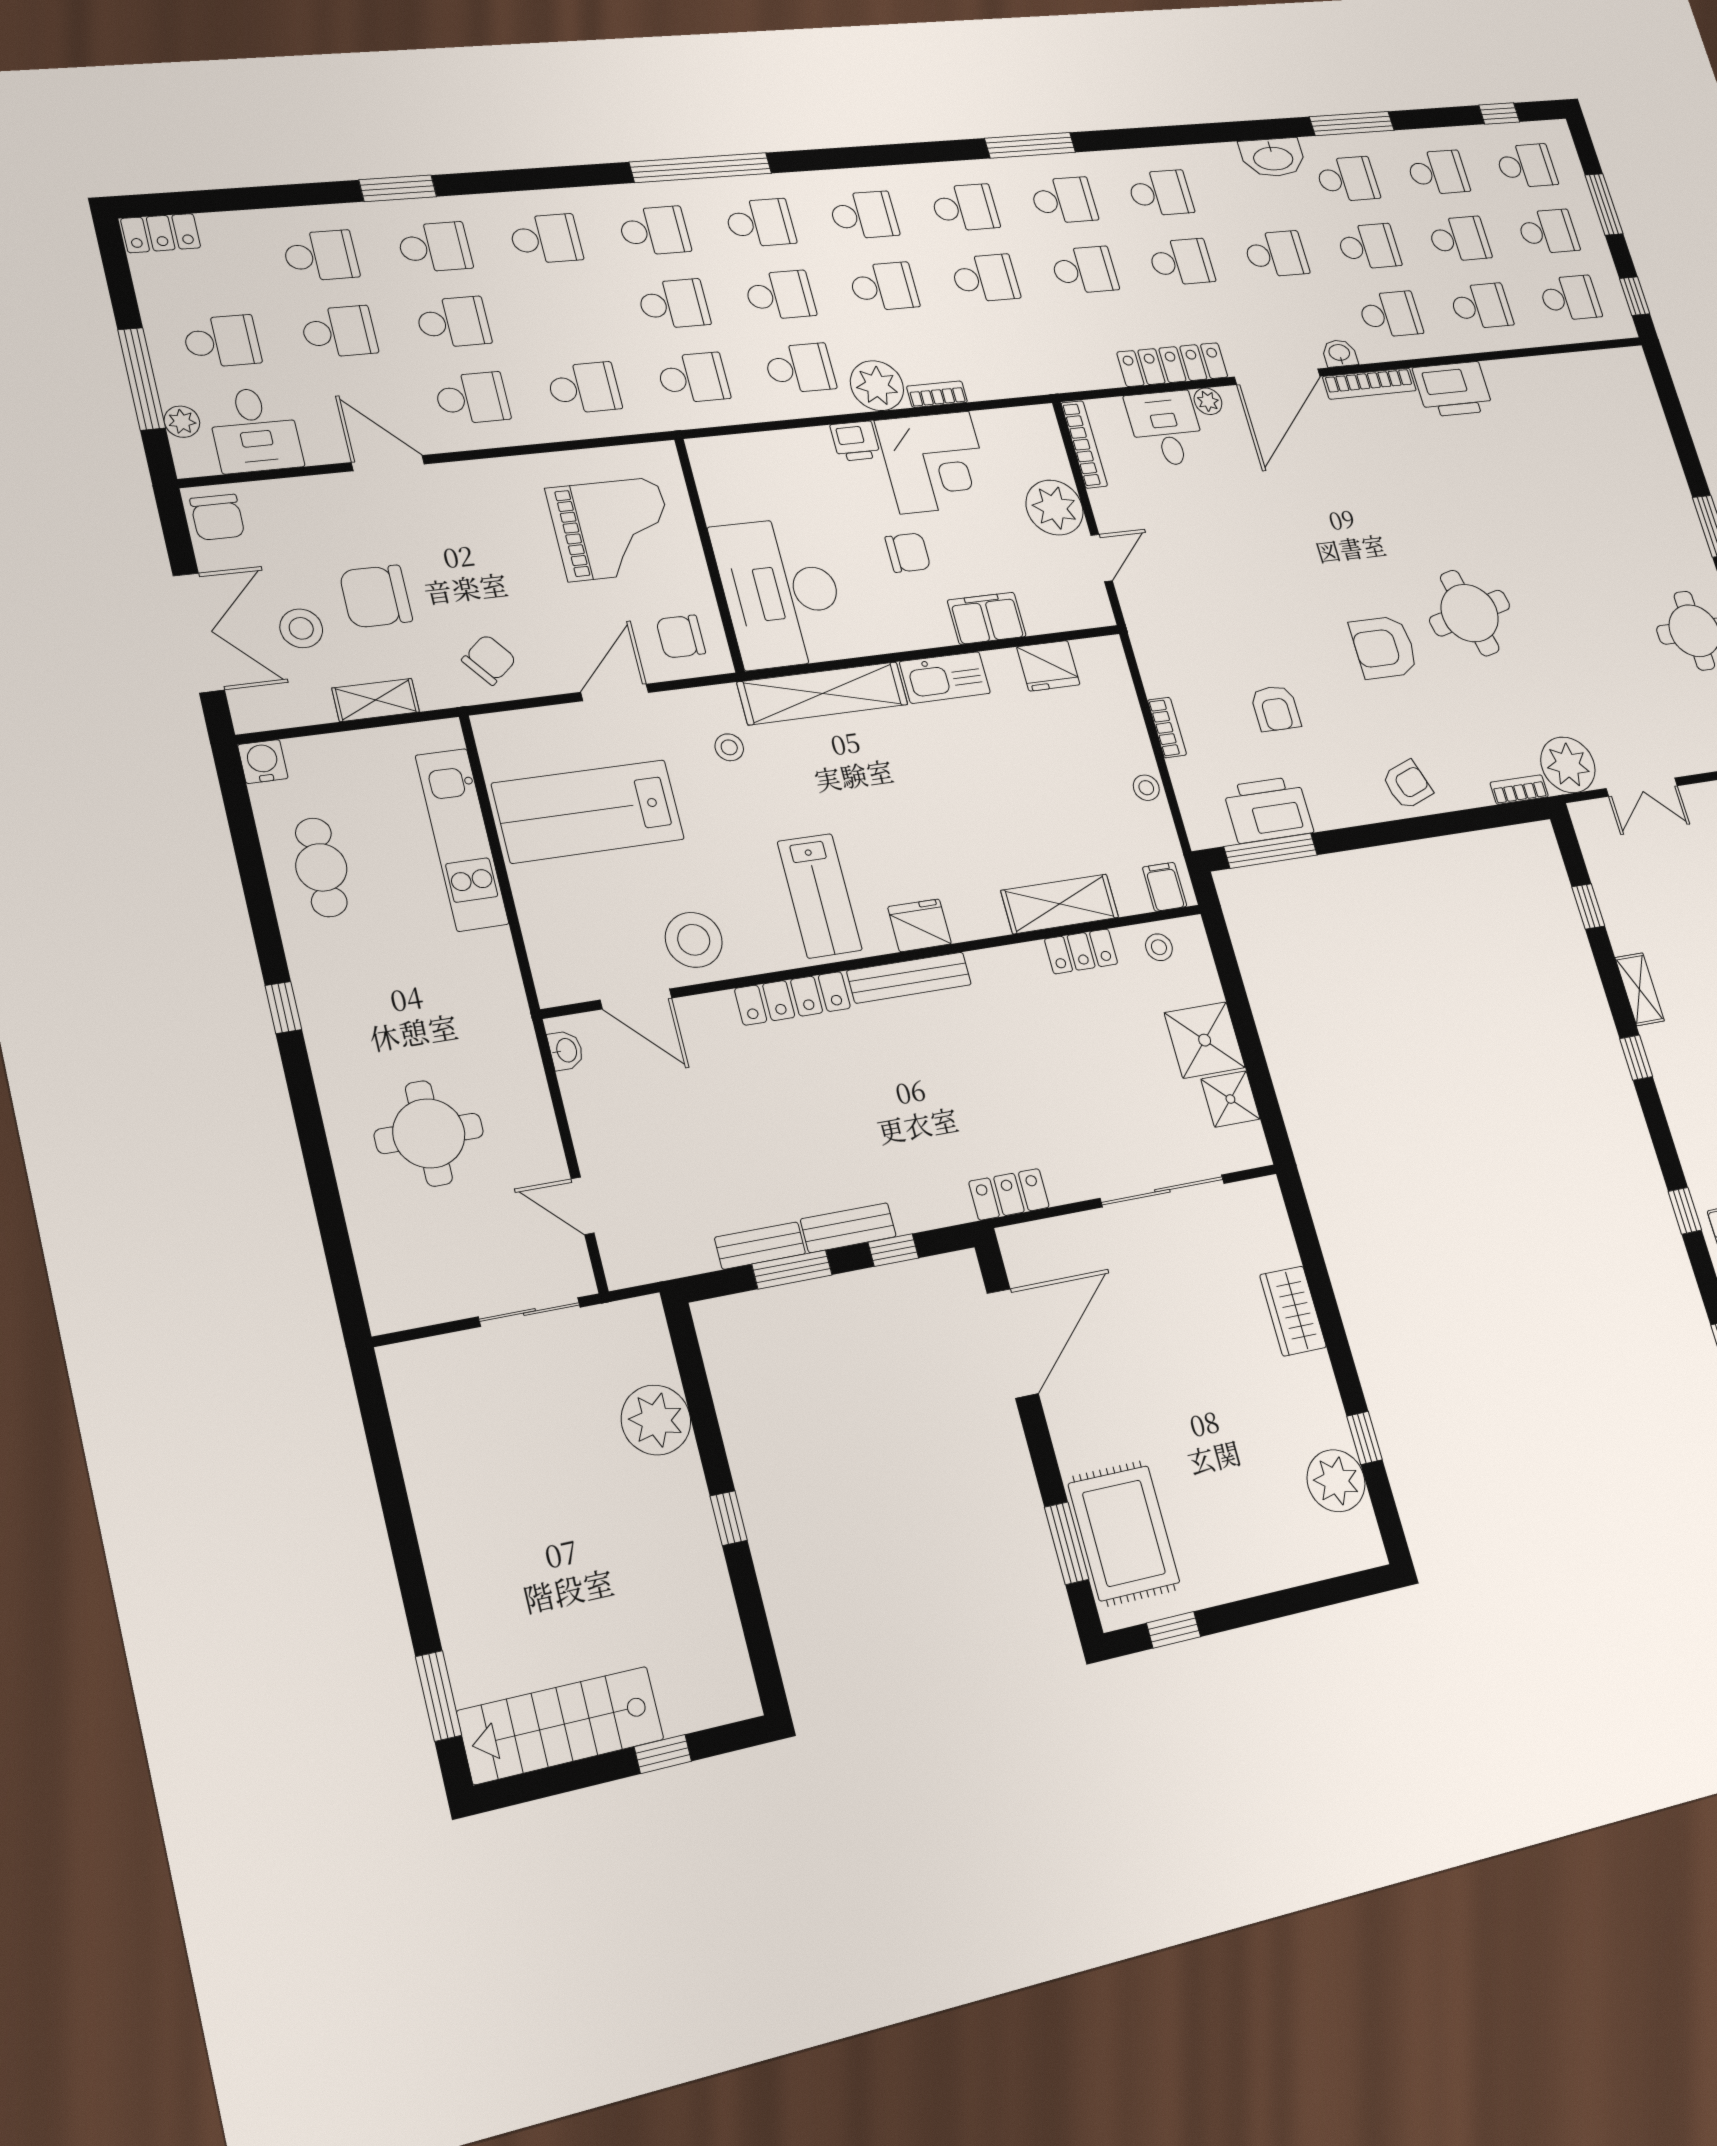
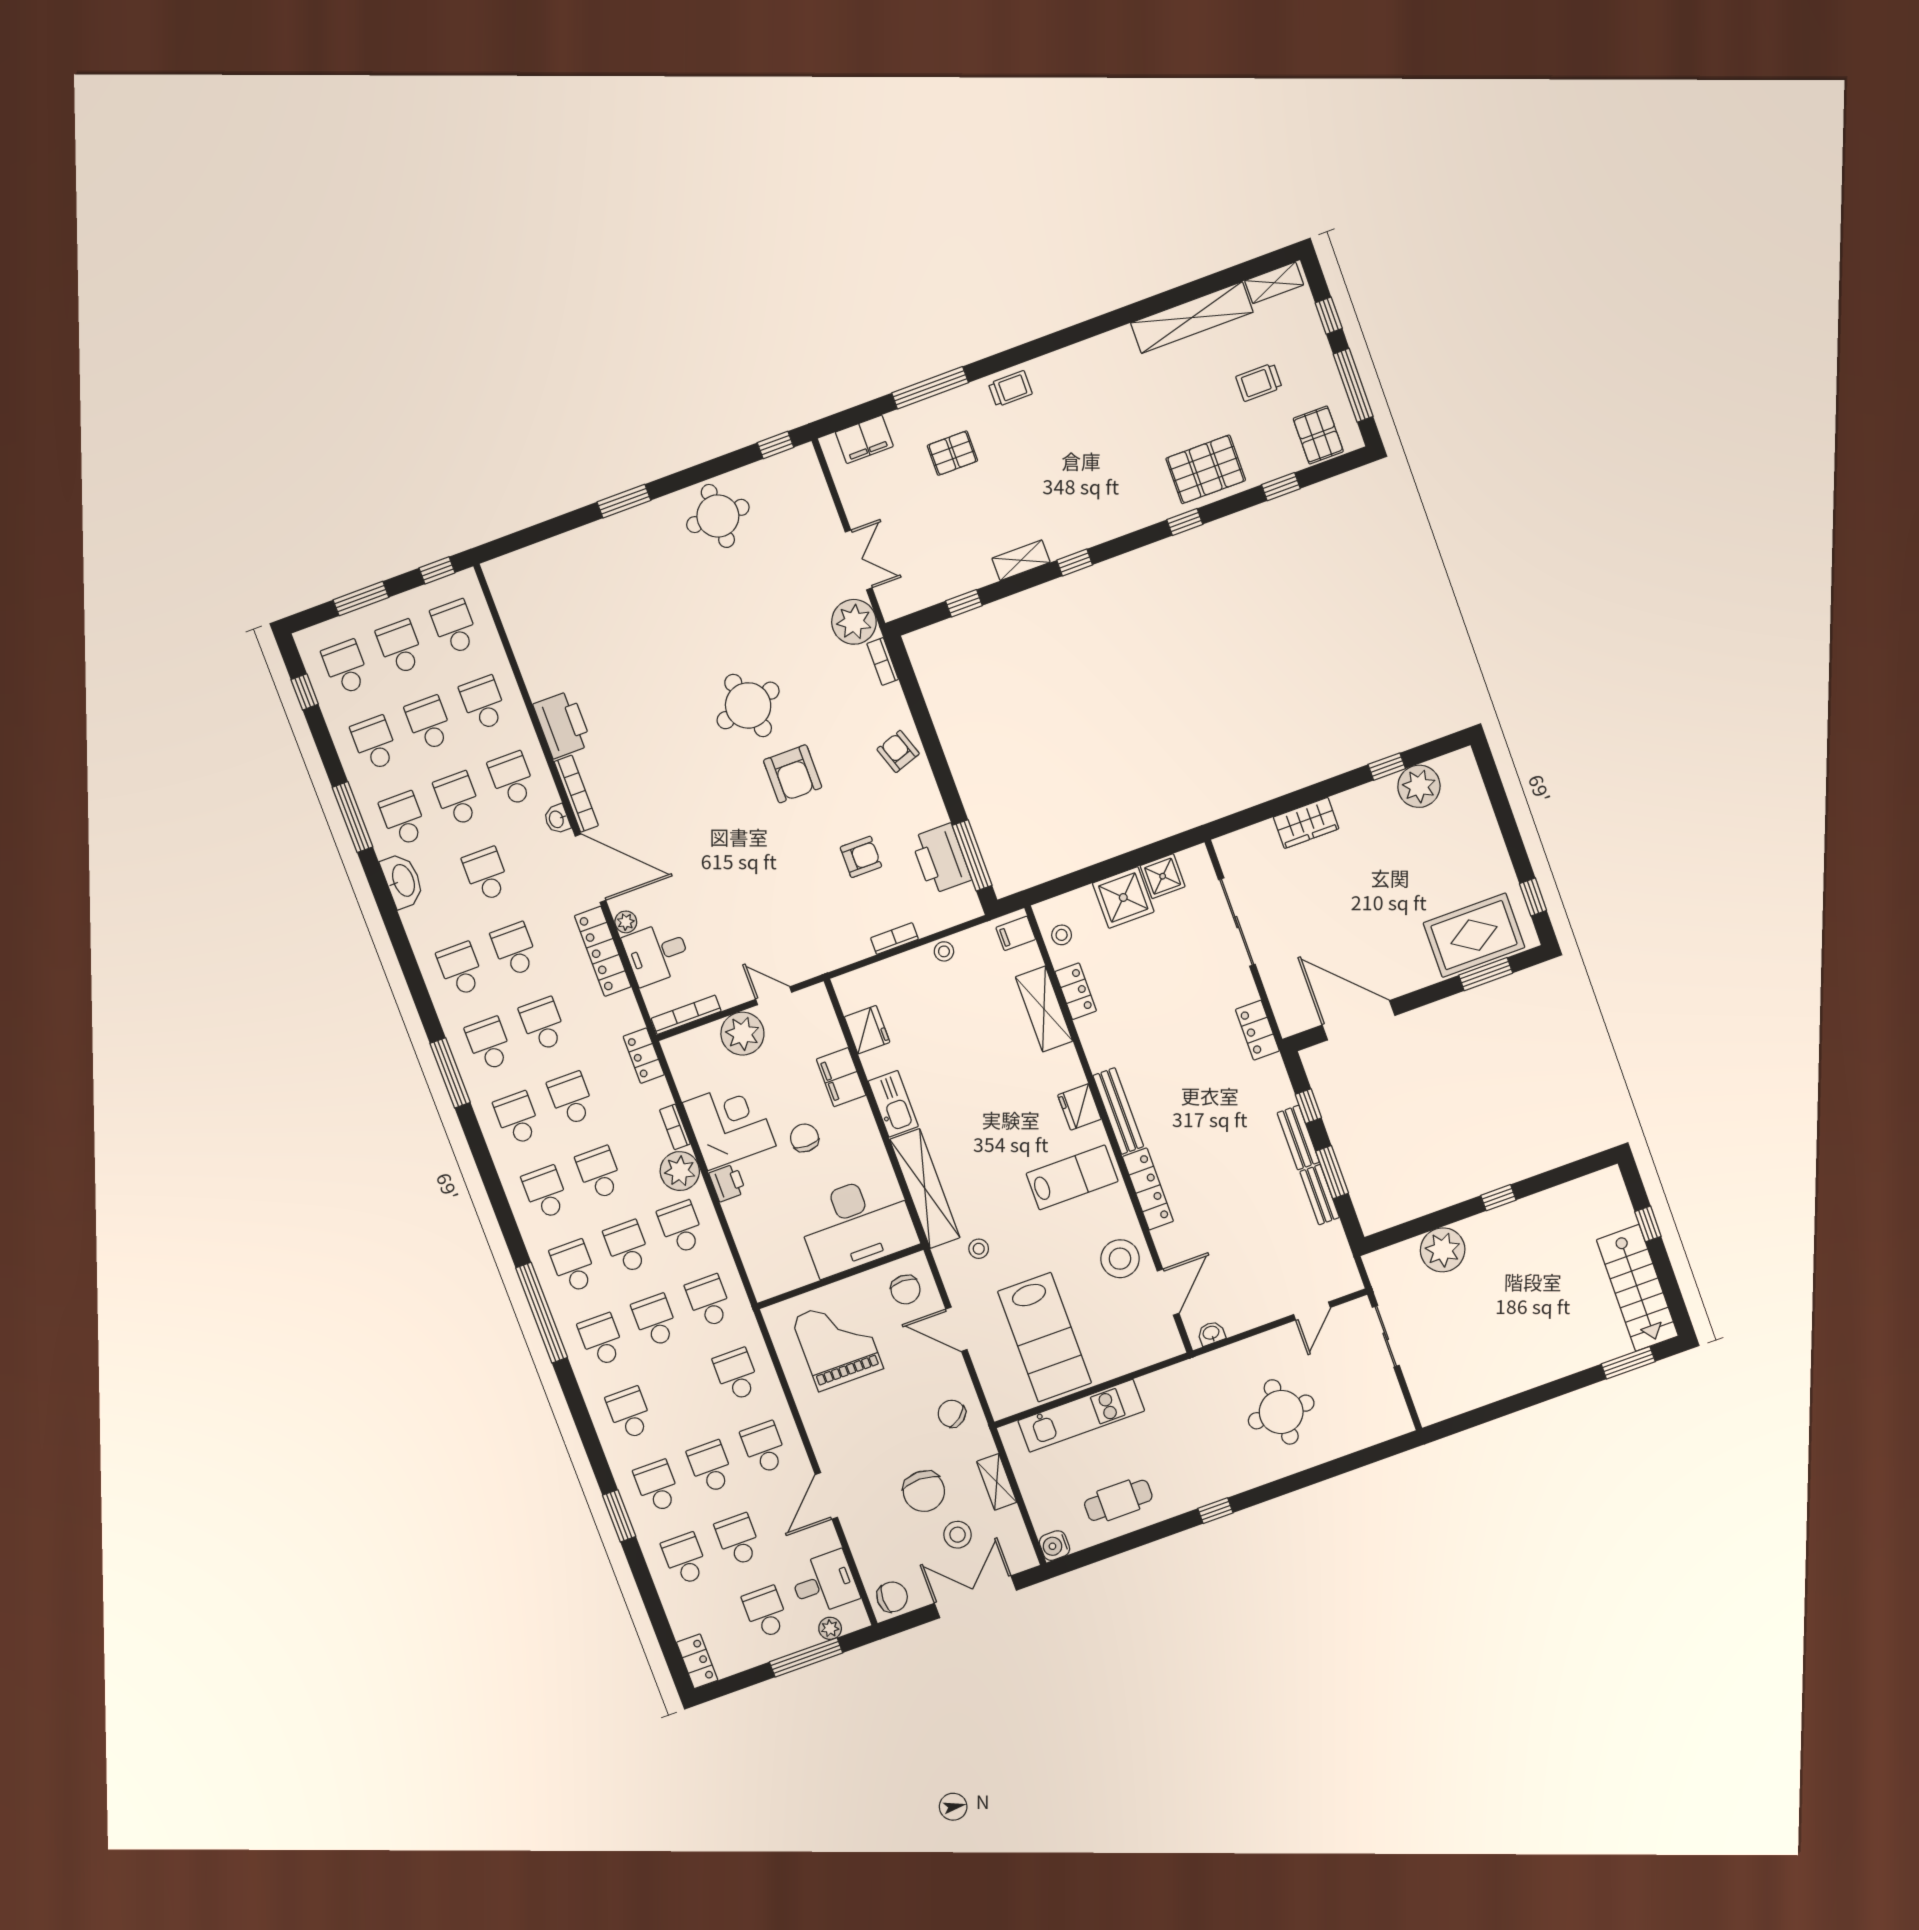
locker: (1035, 380) -> (644, 1056), added

